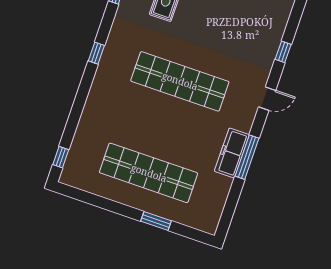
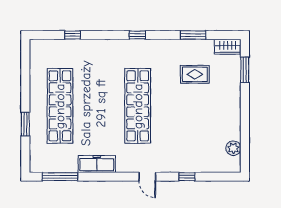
window: (61, 157) -> (72, 35), moved
window: (247, 157) -> (60, 177), moved

